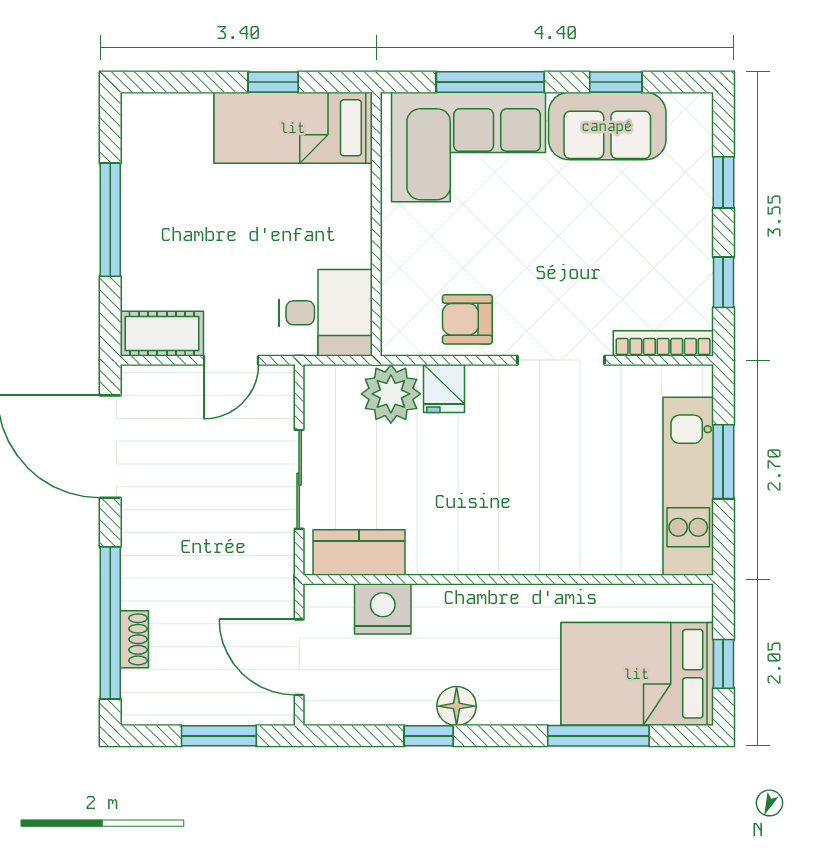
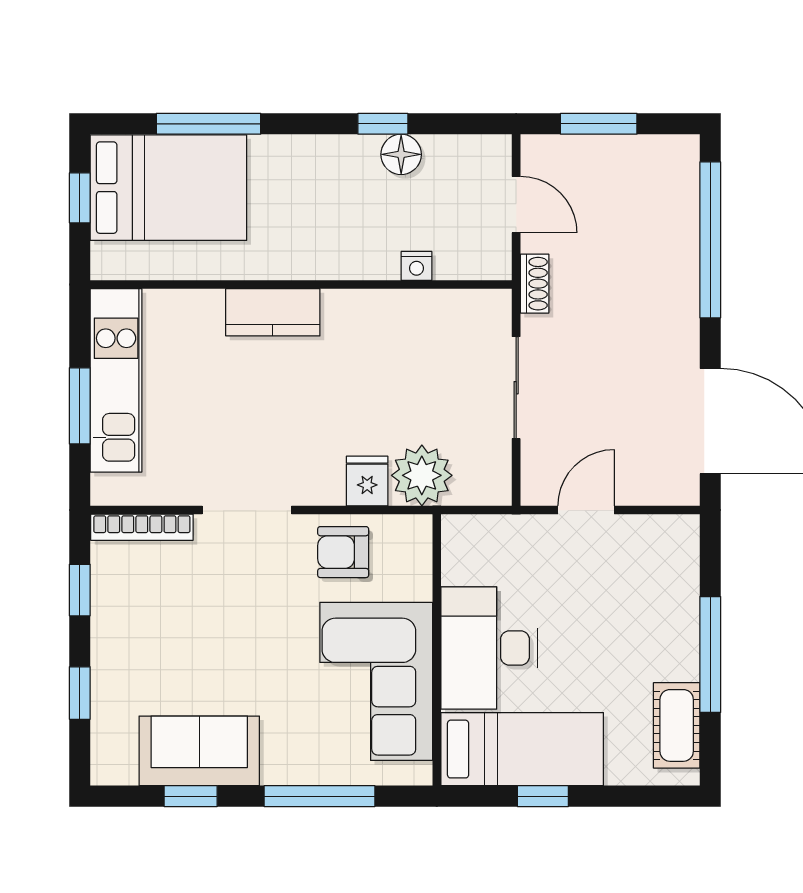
corner sofa: (469, 147) -> (376, 681), moved, turned -90
desk: (325, 313) -> (489, 648), moved, width x1.37
armchair: (467, 319) -> (343, 552), turned 180
cot: (162, 334) -> (677, 725), moved, turned 90
kitchen counter: (359, 552) -> (273, 312), moved
nightstand: (383, 609) -> (416, 266), width x0.53, depth x0.56
shoe rack: (134, 639) -> (535, 284), moved, turned 180
door: (299, 657) -> (516, 205), width x0.73
floor lamp: (457, 706) -> (401, 154), moved

